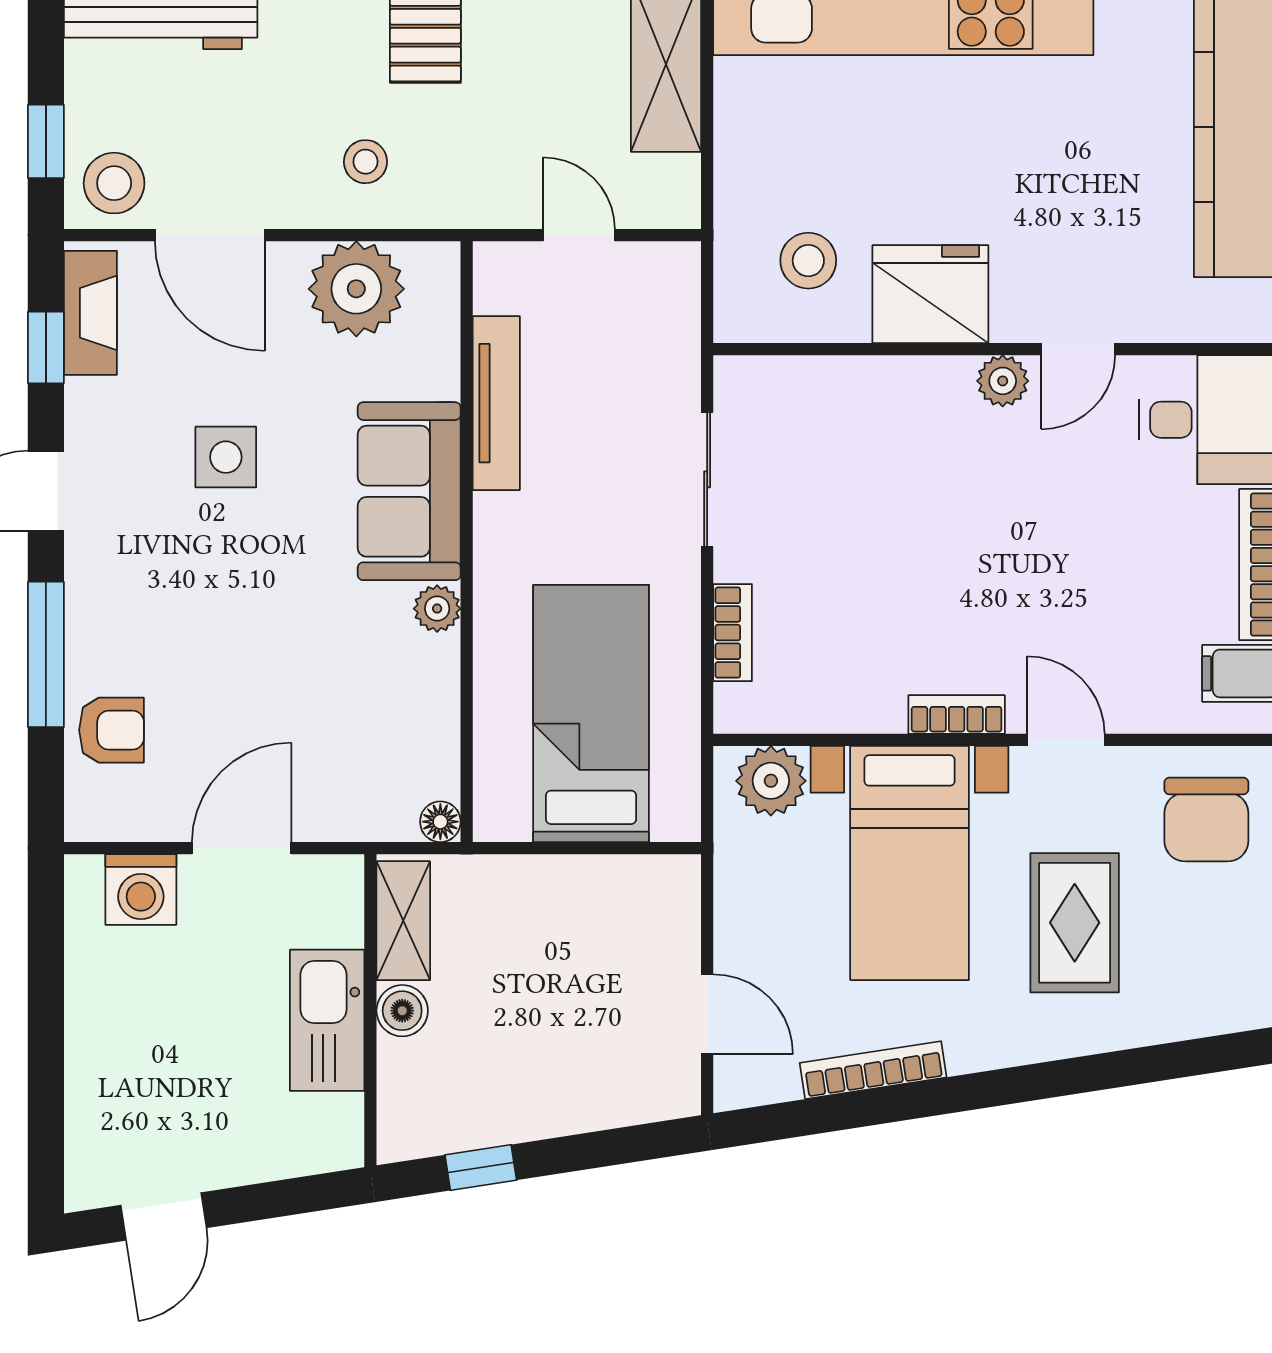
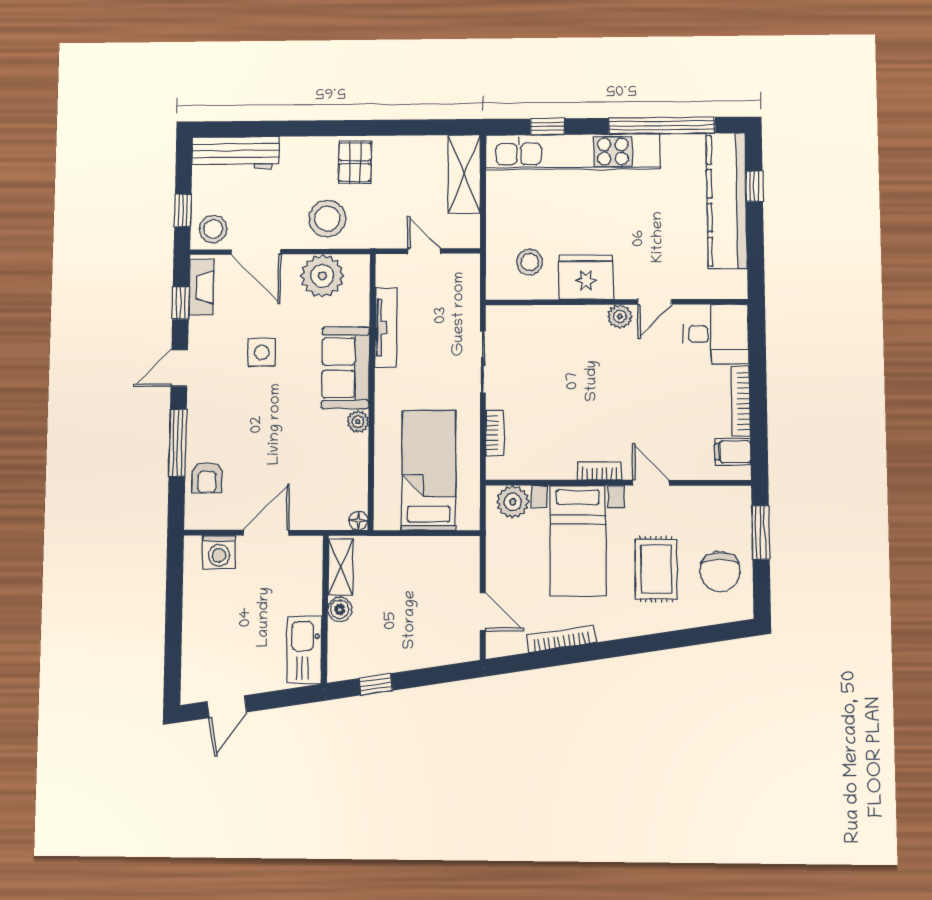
stool: (365, 162) -> (327, 219), width x1.89, depth x1.89
armchair: (111, 730) -> (207, 478), turned 90
chair: (1206, 819) -> (720, 572), moved
kitchen sink: (327, 1020) -> (304, 650), moved

